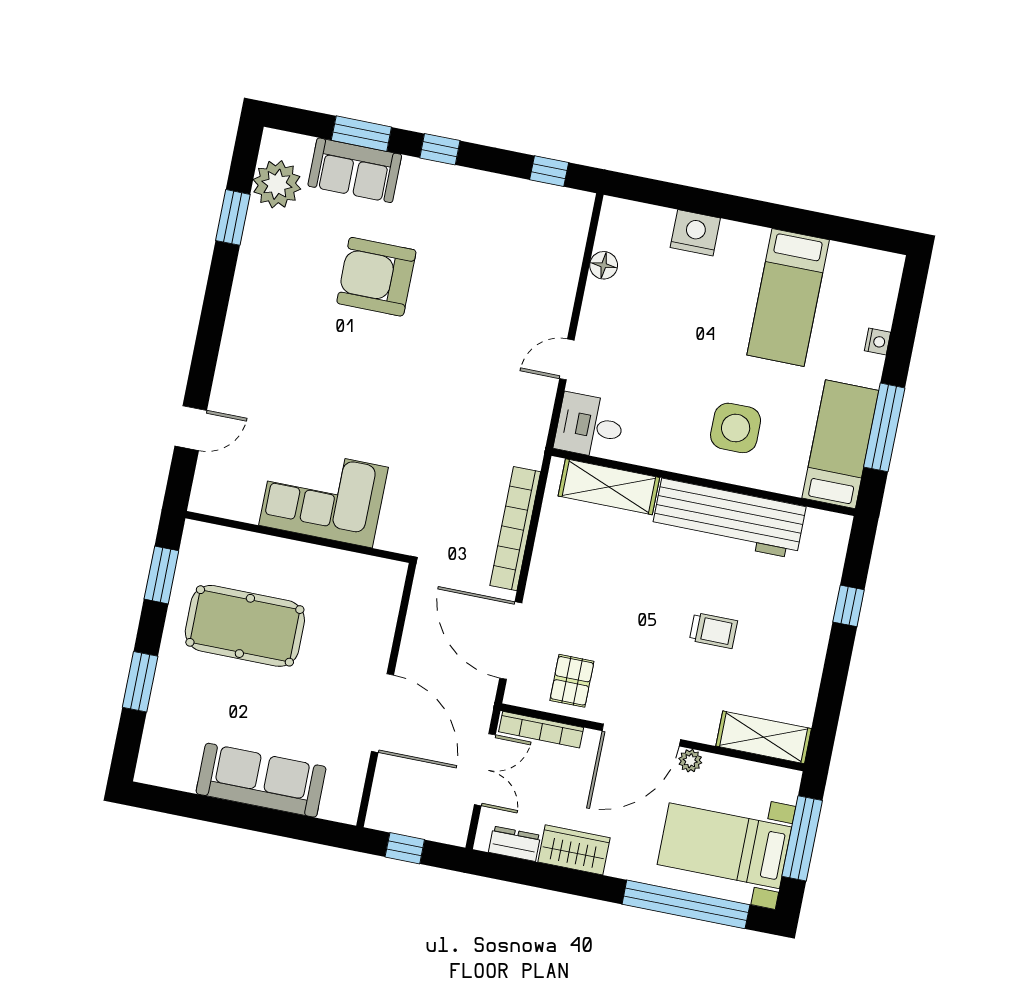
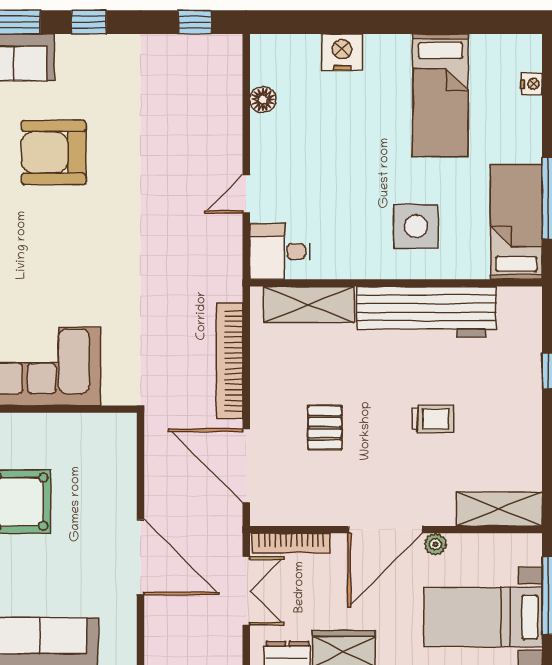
nightstand: (877, 342) -> (532, 84), moved
pallet: (572, 681) -> (325, 428), moved

